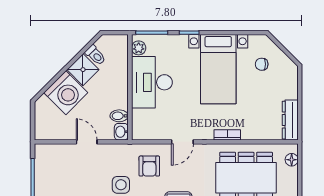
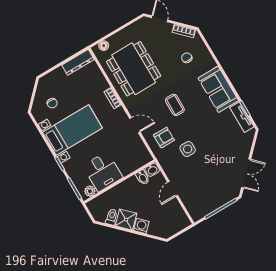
desk: (152, 82) -> (103, 172), width x0.73
washing machine: (66, 93) -> (141, 226), width x0.53, depth x0.53

